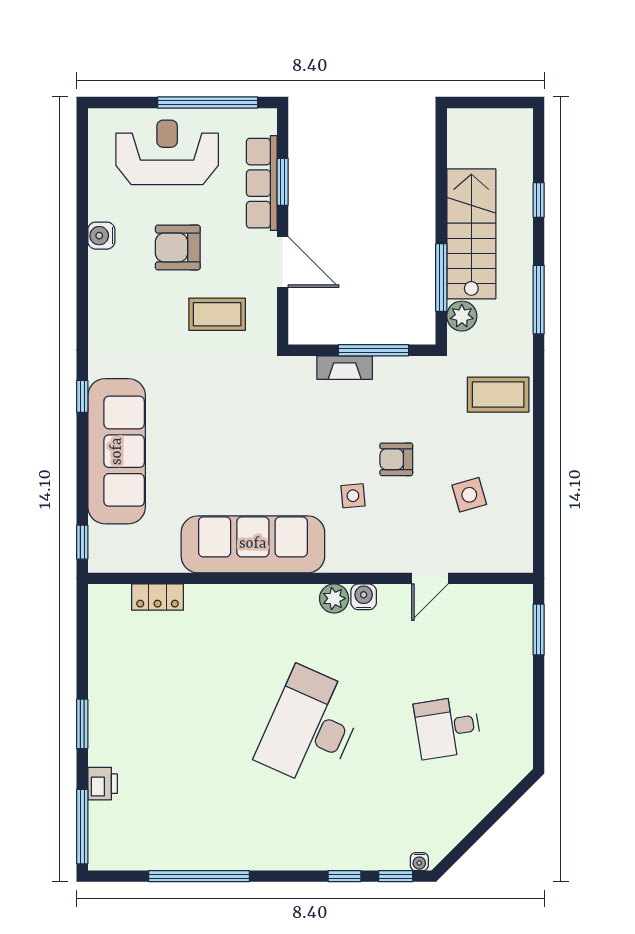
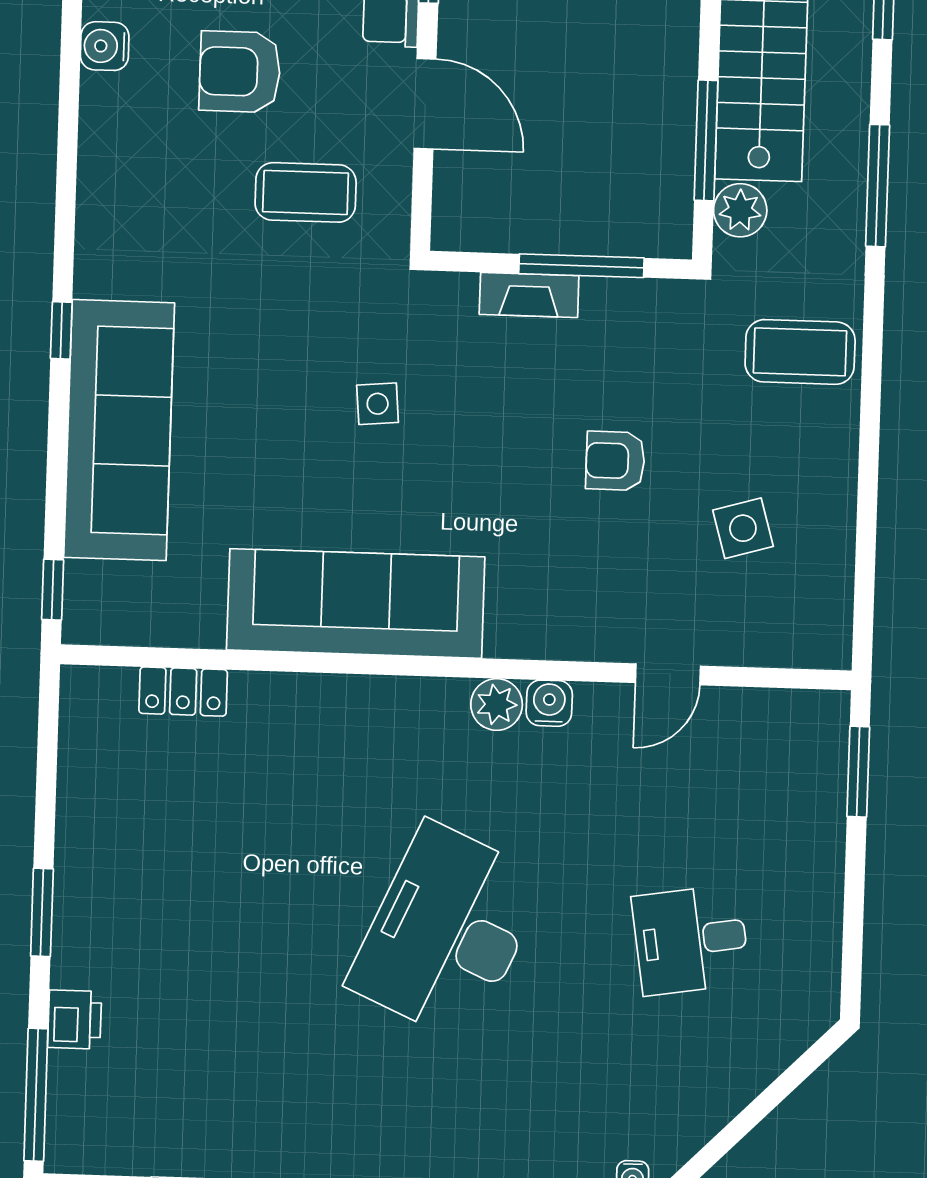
side table: (353, 496) -> (378, 404), moved

